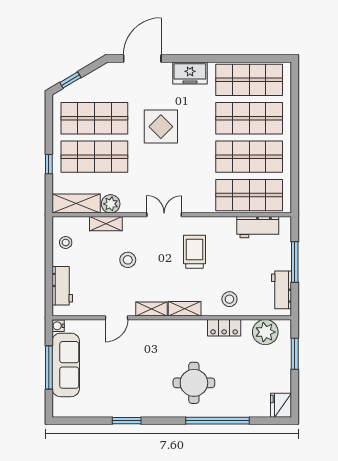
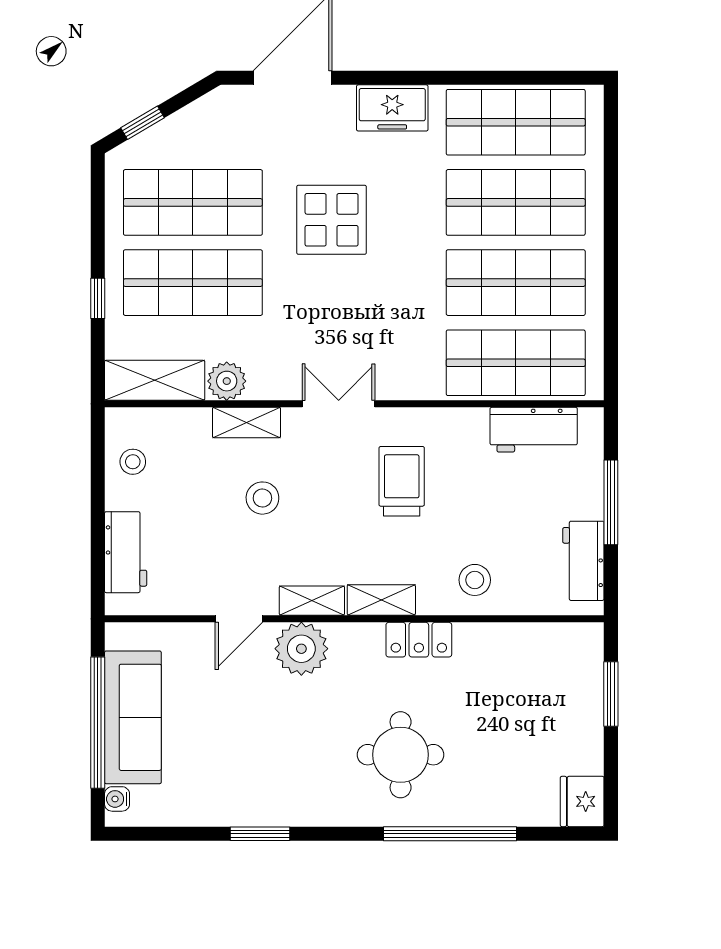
shelving: (106, 224) -> (246, 422), moved
water cooler: (58, 326) -> (117, 799), moved
locker: (224, 328) -> (419, 640), moved
plant: (265, 332) -> (301, 649), moved
window: (49, 367) -> (98, 723), width x1.46

